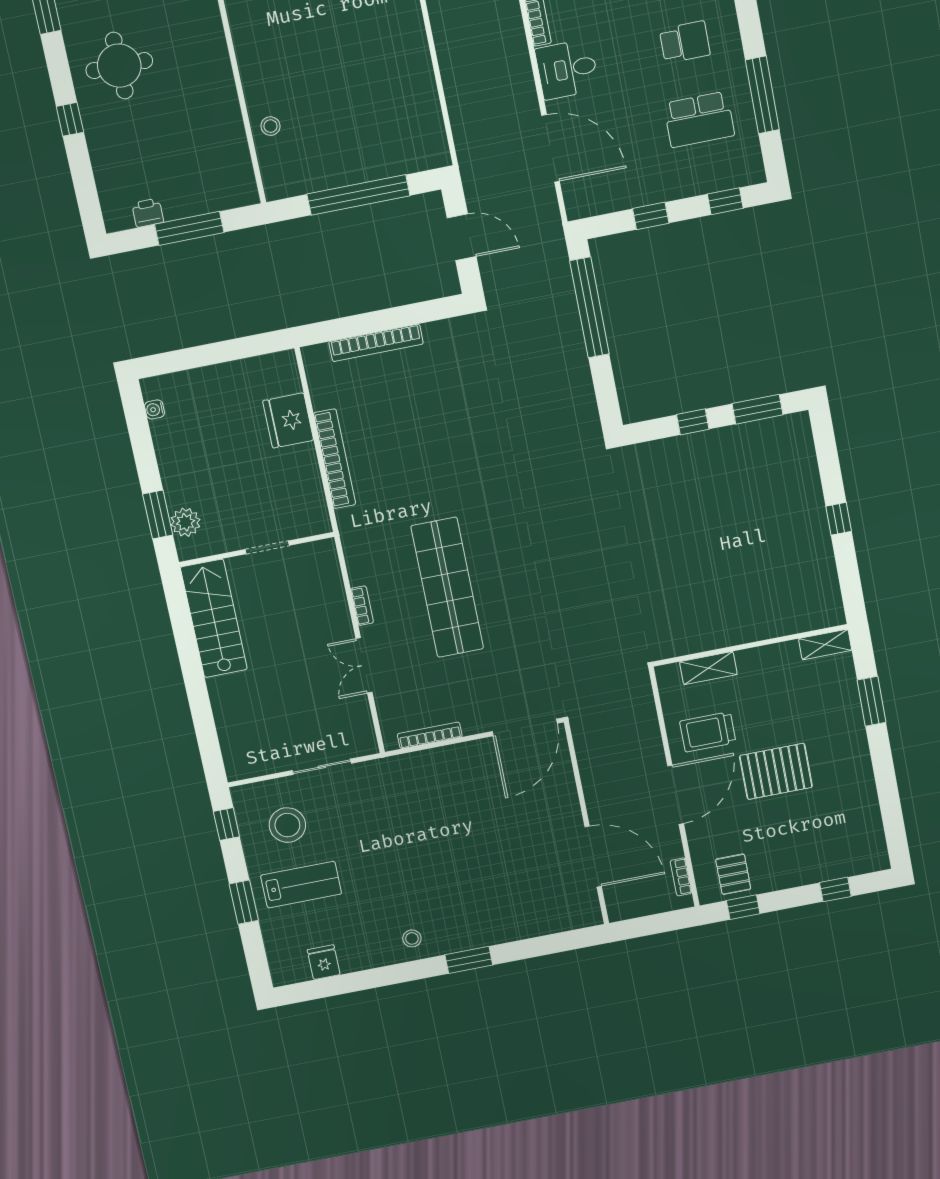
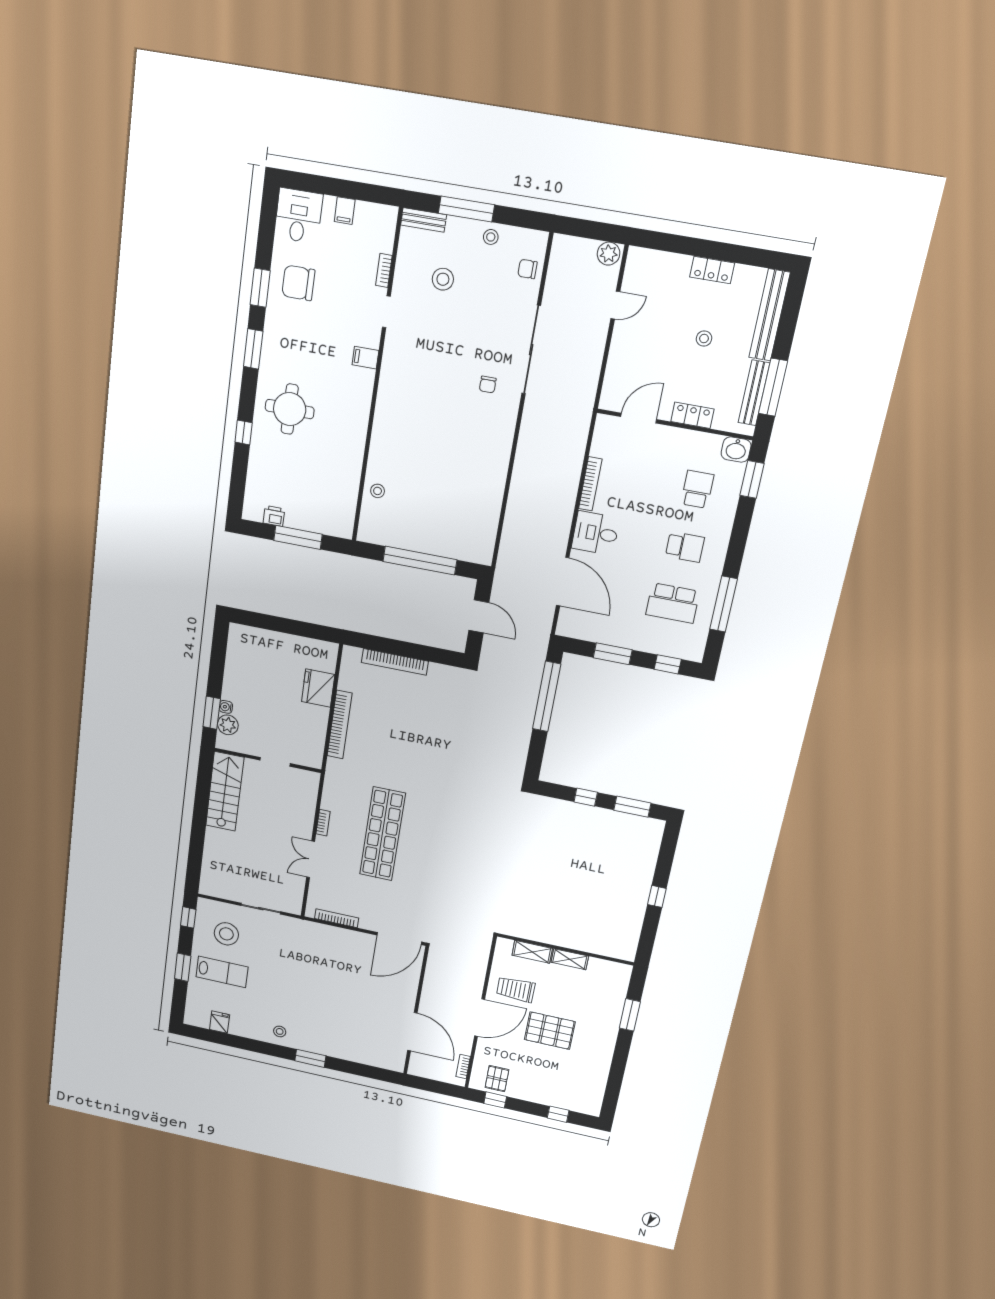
window: (651, 216) -> (613, 654), width x1.50
water cooler: (155, 409) -> (226, 707), moved
shelving: (825, 644) -> (570, 959), moved

